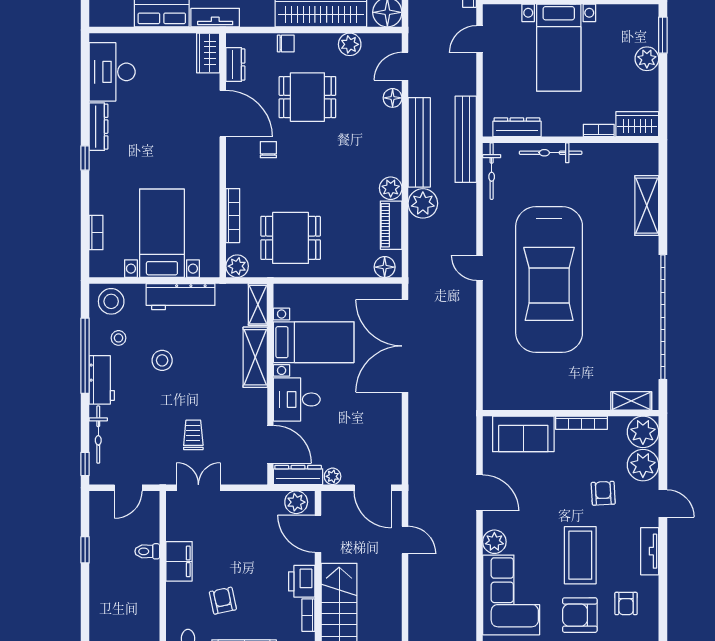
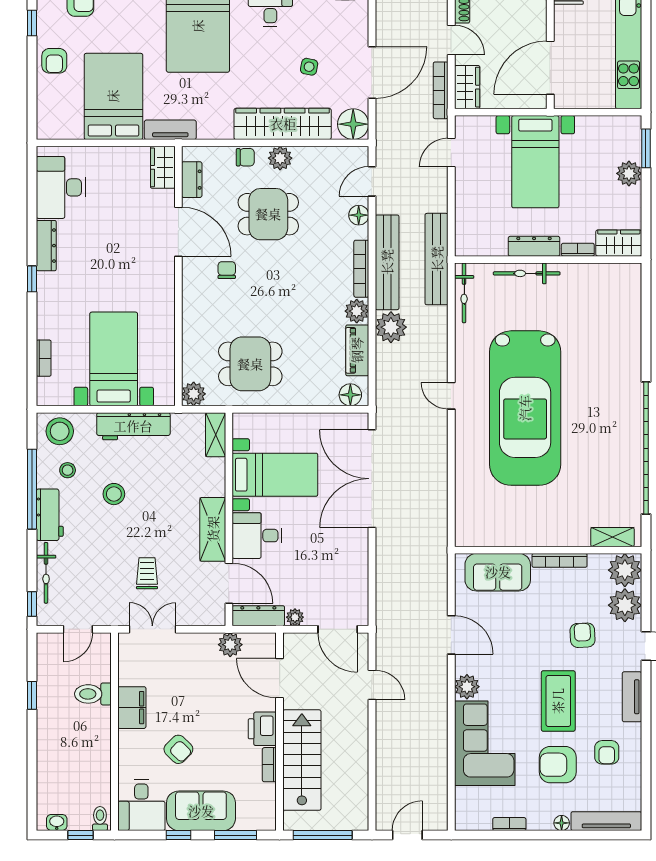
plant: (350, 44) -> (280, 158), moved
dresser: (517, 127) -> (534, 246), moved
shelving: (647, 206) -> (629, 330), removed
bookcase: (233, 216) -> (361, 269), moved, turned 180
shelving: (255, 357) -> (213, 529), moved
plant: (296, 502) -> (230, 645), moved
toilet: (147, 551) -> (93, 694), width x1.37, depth x1.39
armchair: (223, 601) -> (178, 749), turned 146

